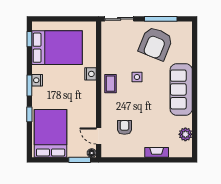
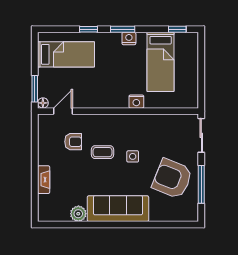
bed: (57, 48) -> (161, 62), width x0.67
coffee table: (111, 84) -> (103, 152), moved
bed: (51, 133) -> (66, 54), width x0.67
plant: (185, 134) -> (78, 214), moved

